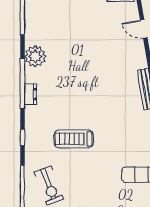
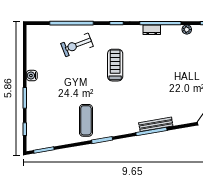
plant: (35, 56) -> (187, 30), width x0.53, depth x0.53

